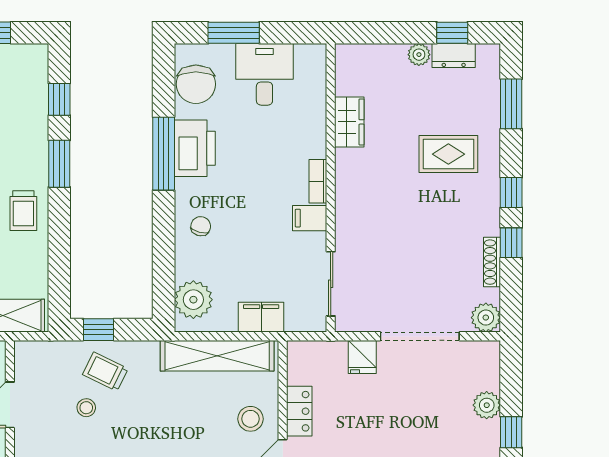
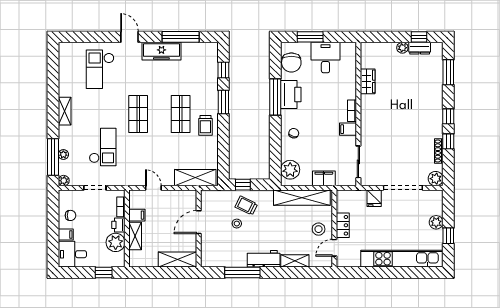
rug: (448, 154) -> (417, 97), removed

